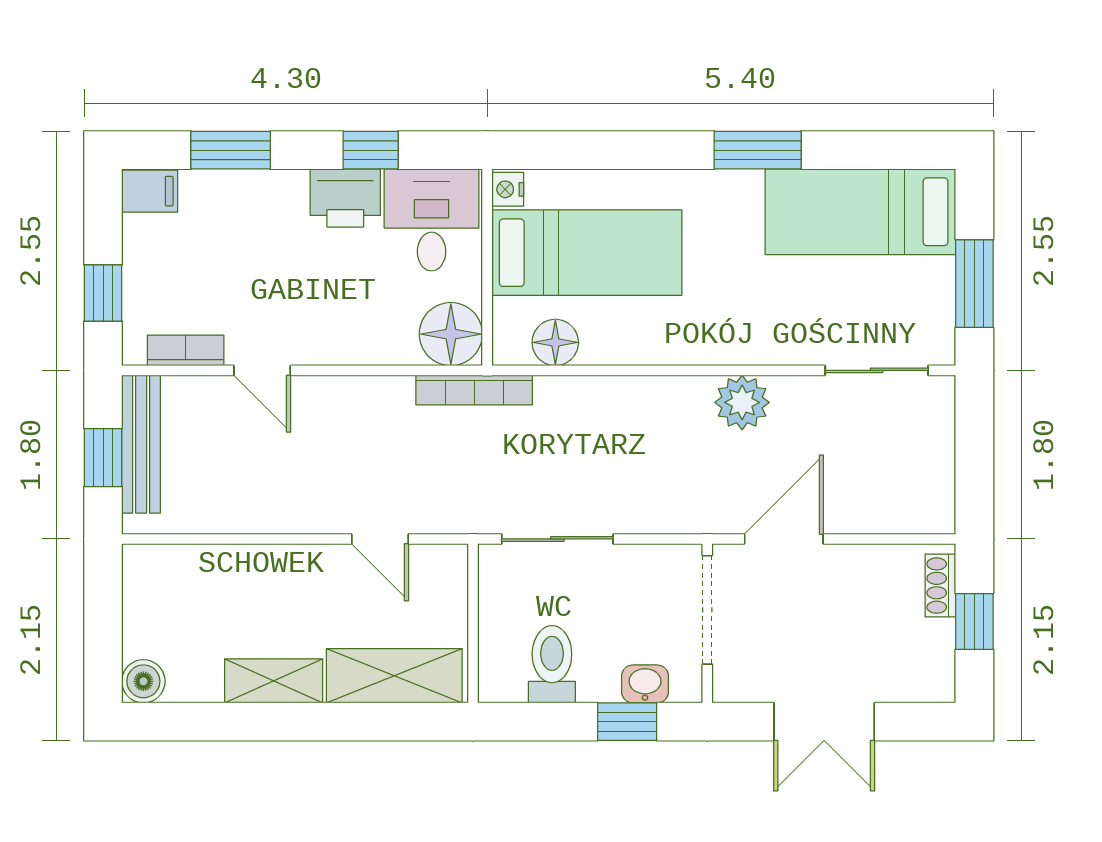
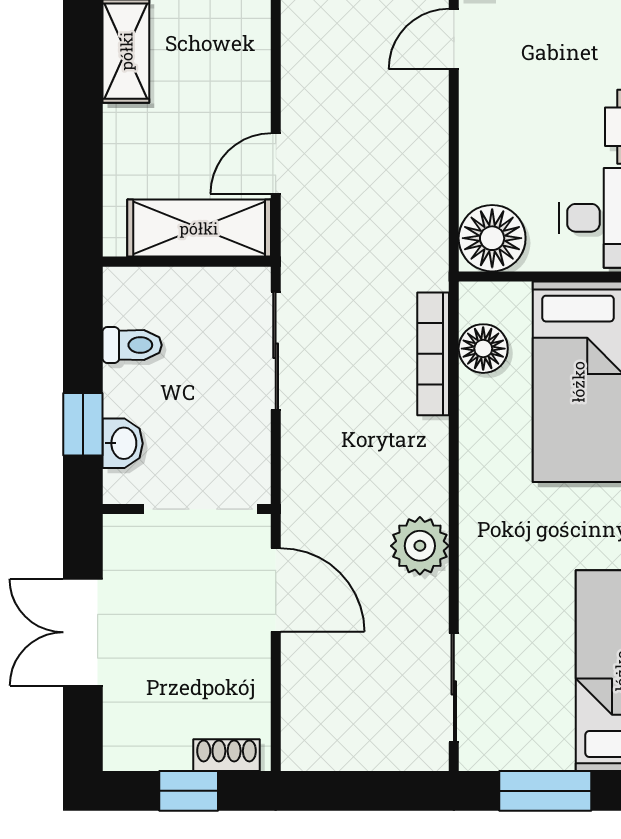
bookcase: (474, 390) -> (433, 354), moved
toilet: (552, 664) -> (132, 345), width x0.73, depth x0.72
shelving: (394, 676) -> (199, 228), moved, turned 90

